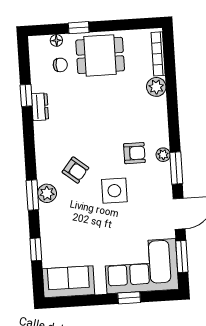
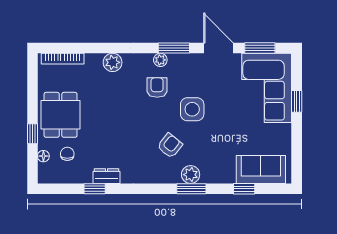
plant: (156, 87) -> (113, 62), moved
sofa: (69, 282) -> (261, 169), moved, turned 90

